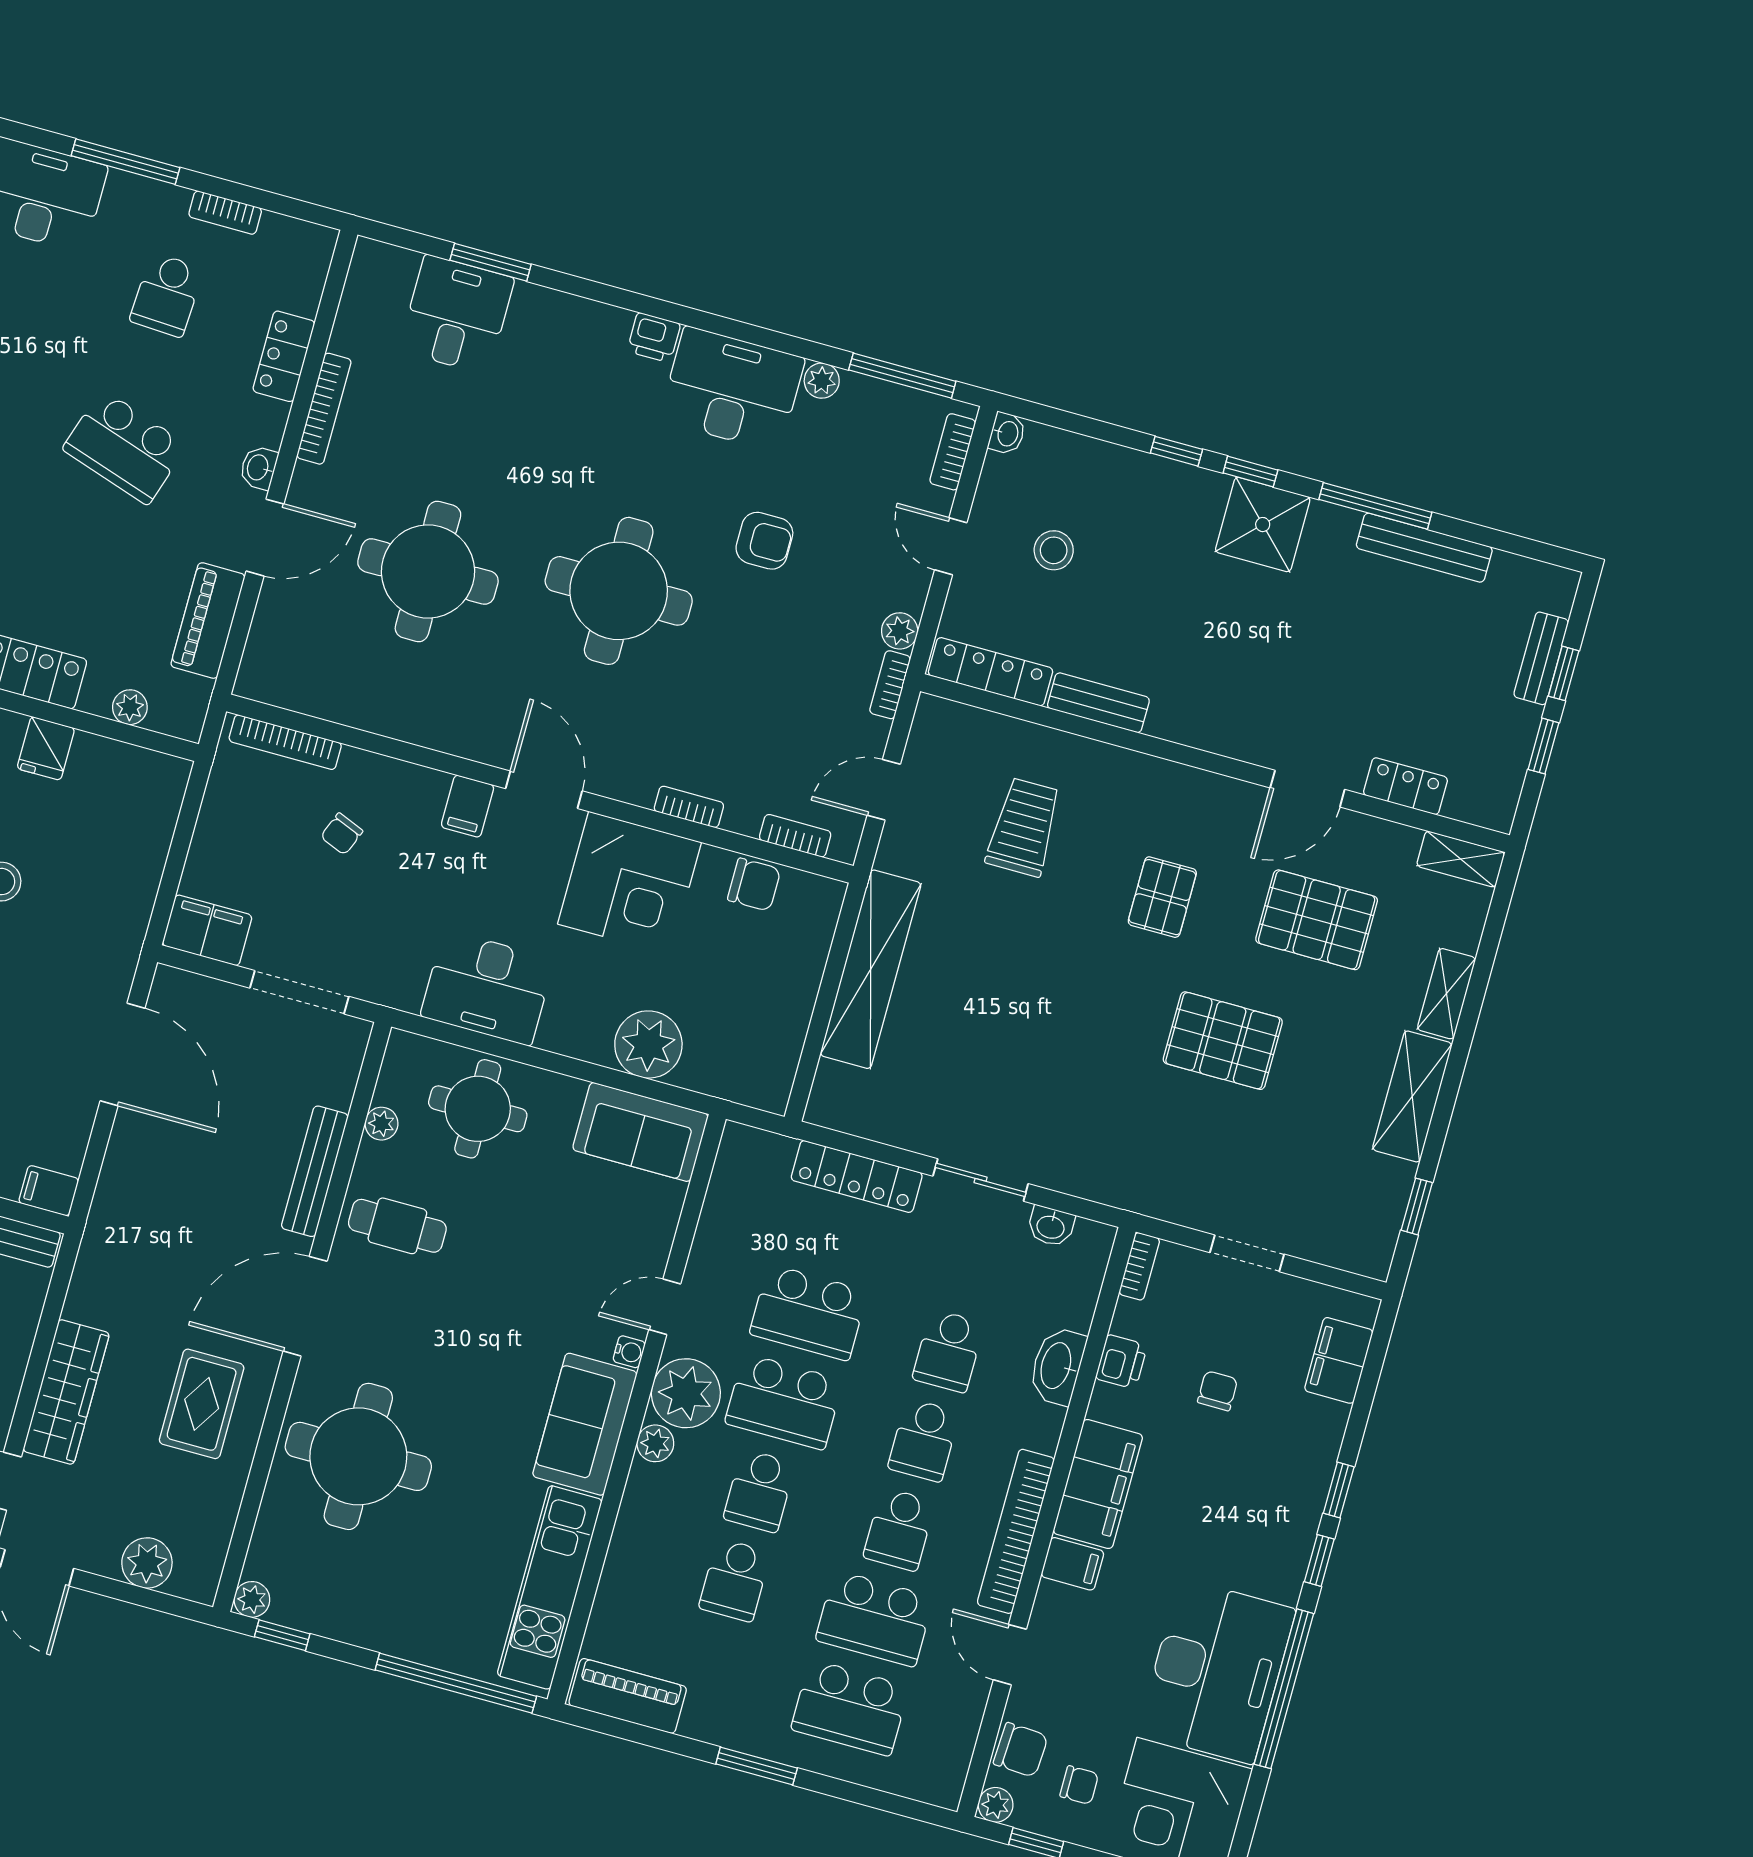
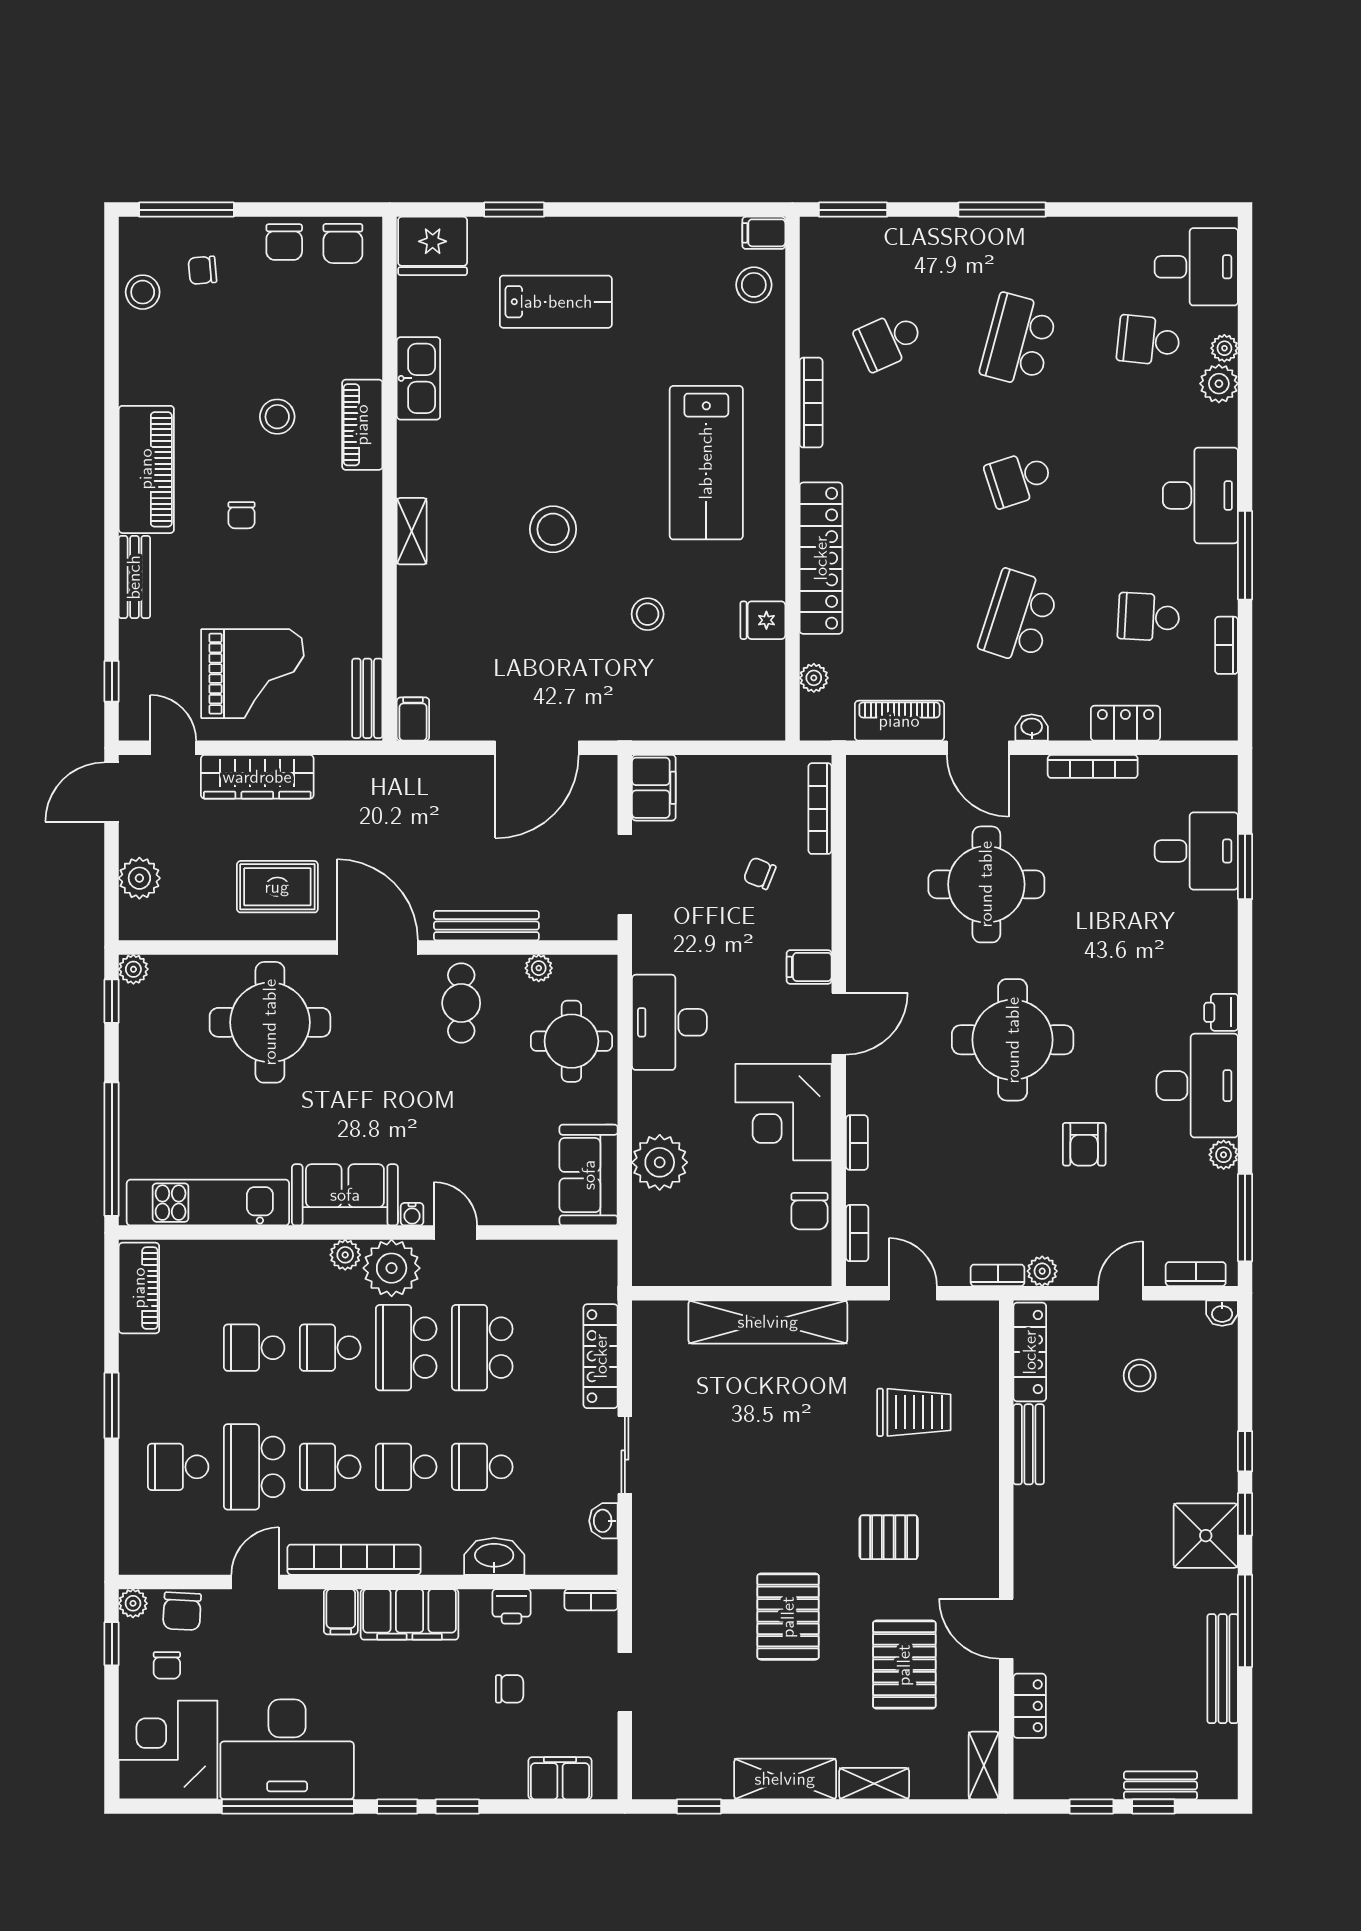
school desk: (850, 1708) -> (178, 1467), width x0.54

